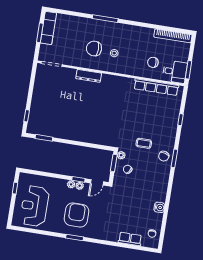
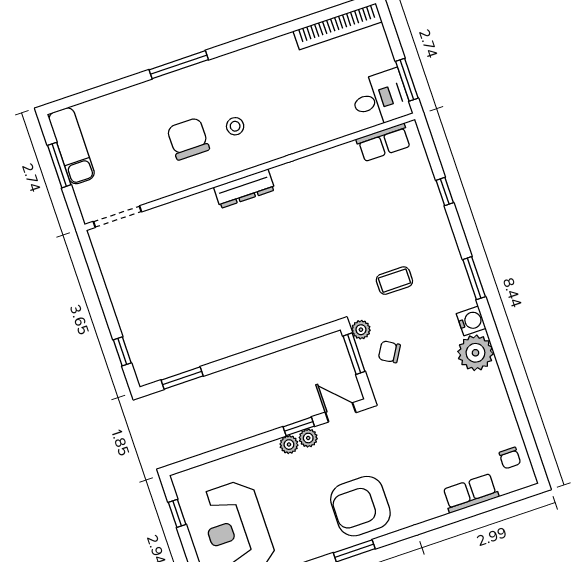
chair: (94, 49) -> (188, 139), turned 90
chair: (153, 62) -> (325, 103), removed
dresser: (89, 76) -> (244, 189), moved
row of seats: (156, 87) -> (384, 142), width x0.50
chair: (164, 156) -> (450, 285), removed
door: (97, 182) -> (341, 412), swing flipped
plant: (160, 187) -> (475, 353), added
water cooler: (159, 207) -> (471, 321), moved
armchair: (76, 215) -> (360, 506), moved, turned -90

